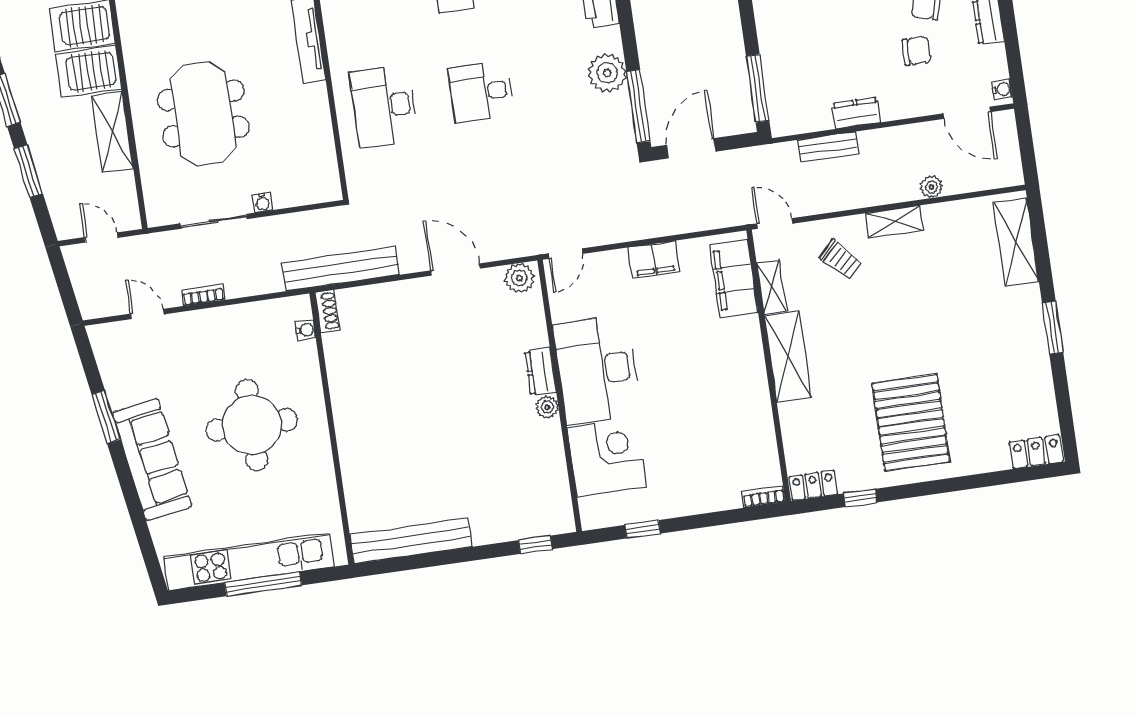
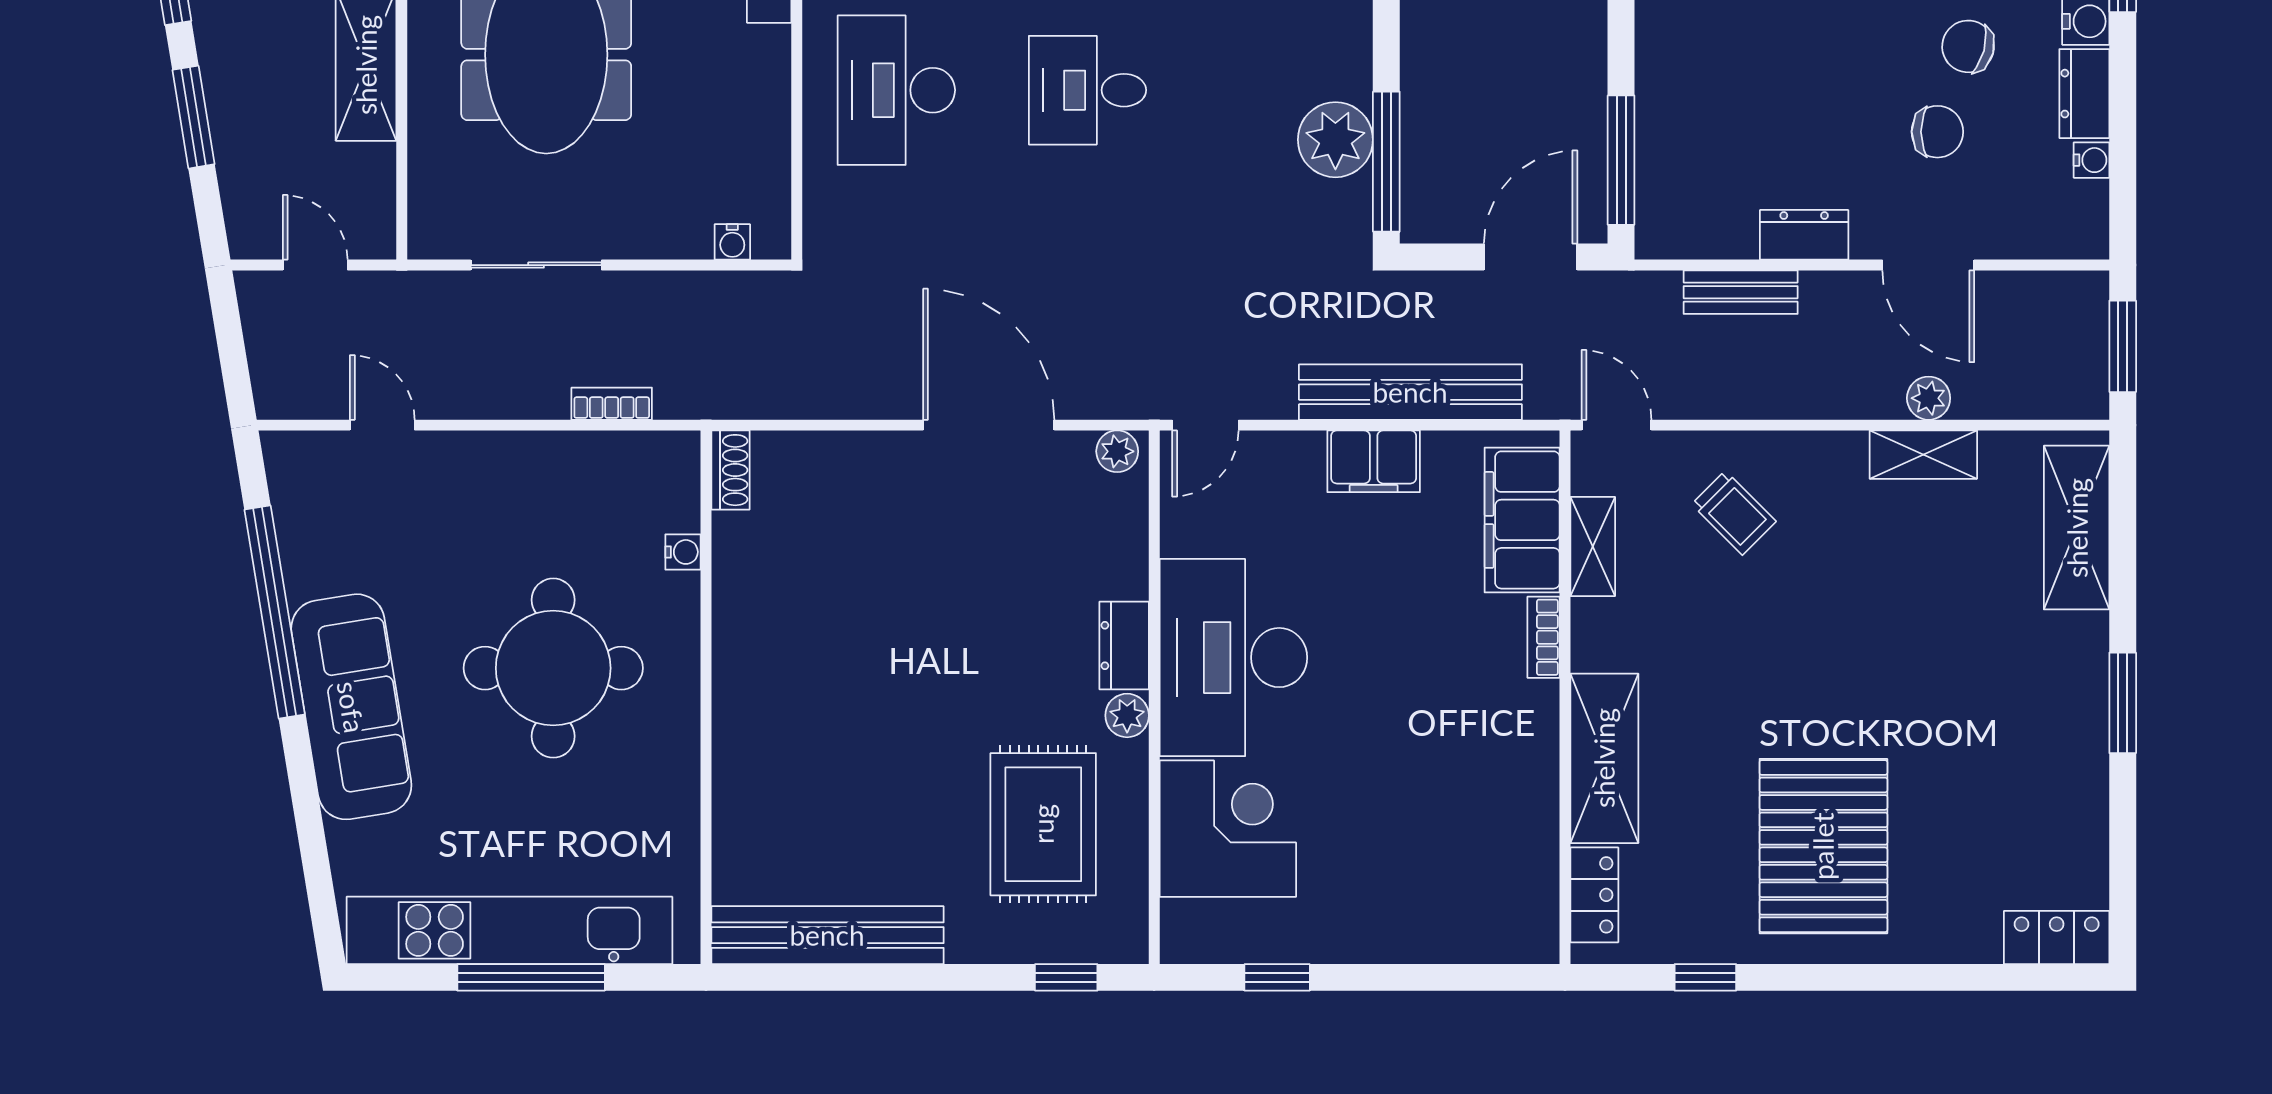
plant: (607, 73) -> (1335, 140), moved
water cooler: (1002, 89) -> (2092, 160), moved
door: (967, 113) -> (1928, 265), moved
window: (1026, 146) -> (2123, 346), added
door: (691, 148) -> (1531, 257), moved
water cooler: (262, 202) -> (732, 242), moved
shelving: (894, 222) -> (1923, 455), moved
bench: (341, 269) -> (1410, 392), moved
door: (455, 270) -> (989, 425), width x1.36
plant: (519, 278) -> (1117, 451), width x0.73, depth x0.73
bookcase: (203, 295) -> (612, 404), moved
water cooler: (305, 330) -> (683, 552), moved
shelving: (788, 357) -> (1604, 758), moved
window: (106, 417) -> (275, 612), width x2.11
rug: (512, 469) -> (1043, 824), added
locker: (813, 485) -> (1594, 895), moved, turned 90
bookcase: (764, 496) -> (1543, 637), moved, turned -90

